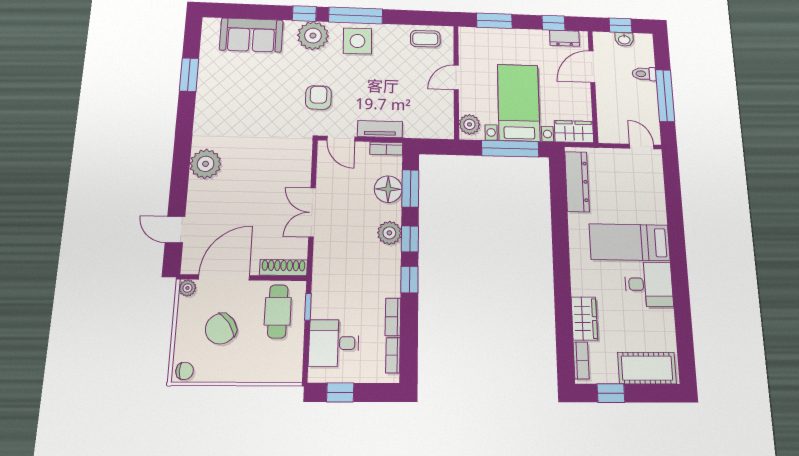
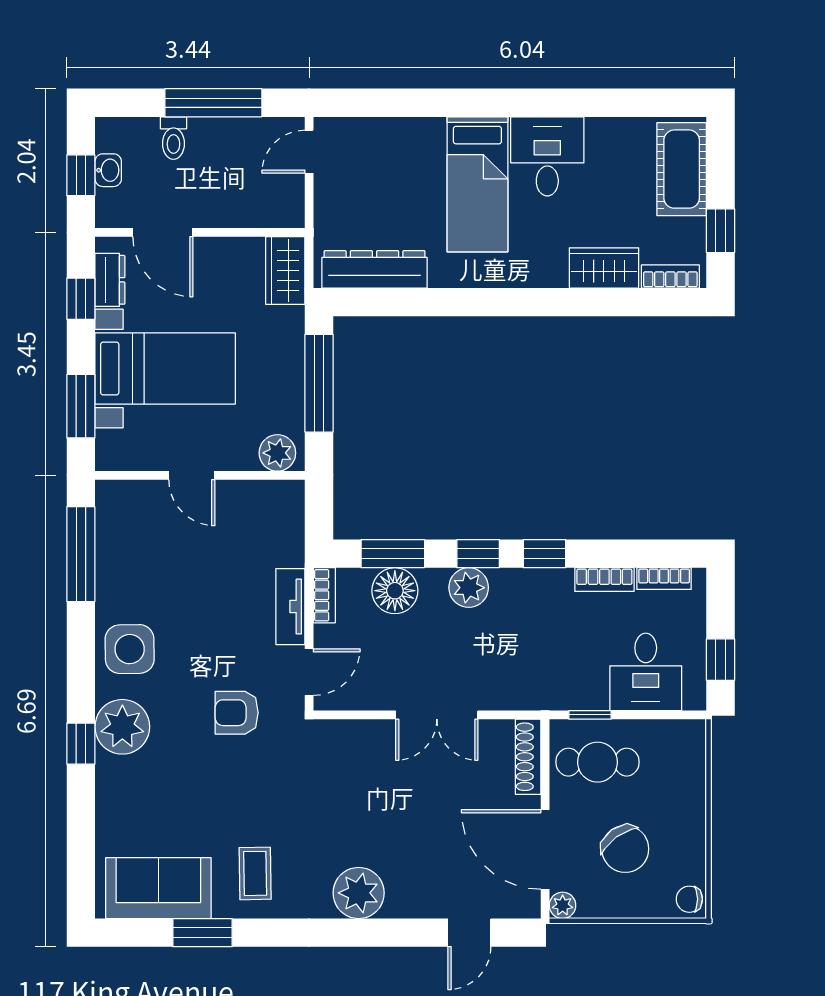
window: (356, 15) -> (81, 554), moved
sofa: (251, 35) -> (158, 888), moved, turned -90
coffee table: (425, 39) -> (255, 873), moved
bed with nightstands: (519, 102) -> (165, 368), moved, turned 180
chair: (185, 371) -> (689, 899), turned -90

